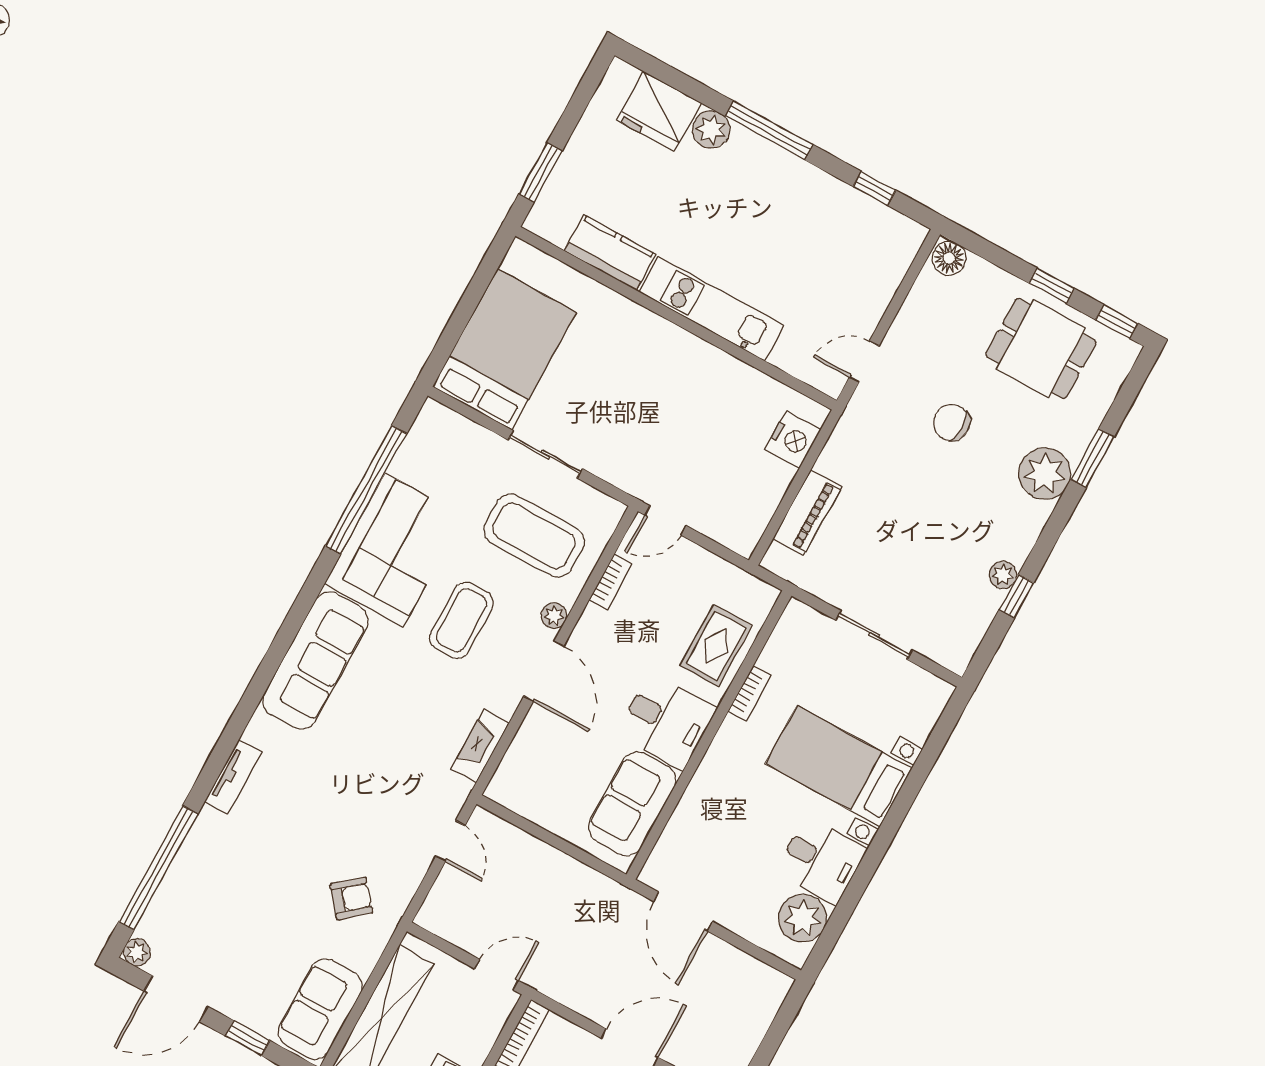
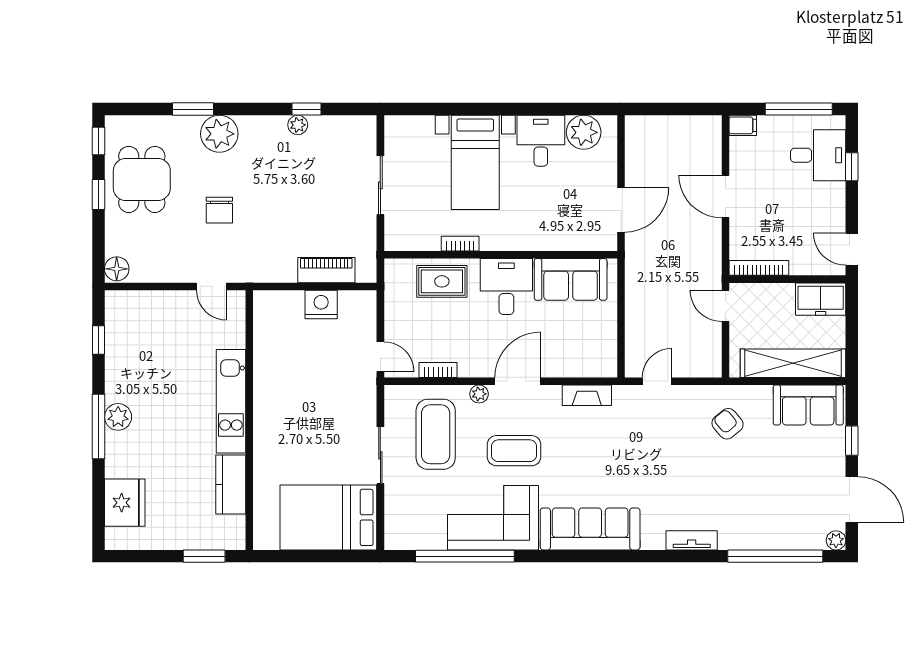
plant: (711, 129) -> (118, 417), moved
nightstand: (793, 440) -> (321, 304), moved

